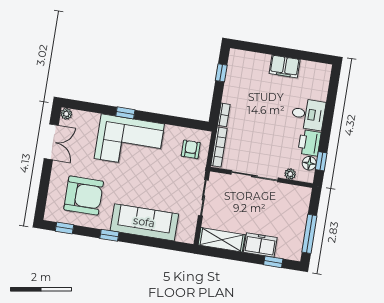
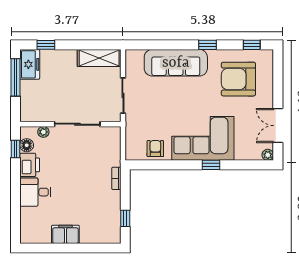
bookcase: (219, 147) -> (116, 147), removed
armchair: (191, 149) -> (155, 149), moved, turned 180
freezer: (260, 245) -> (30, 64), moved, turned -90

